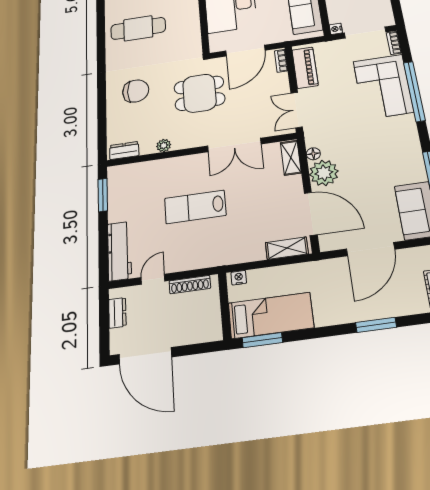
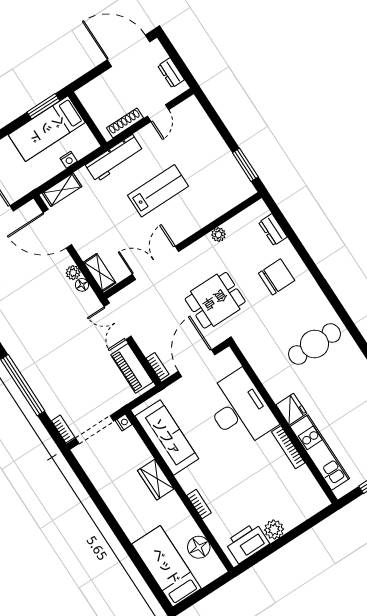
corner sofa: (383, 87) -> (52, 378), removed
chair: (136, 91) -> (277, 277), turned 180
double door: (297, 110) -> (118, 321), swing flipped
dresser: (124, 150) -> (273, 230), moved, turned 90
plant: (324, 173) -> (73, 273), width x0.53, depth x0.53
workbench: (119, 251) -> (114, 158), moved, turned -90
nightstand: (239, 278) -> (69, 160), moved

